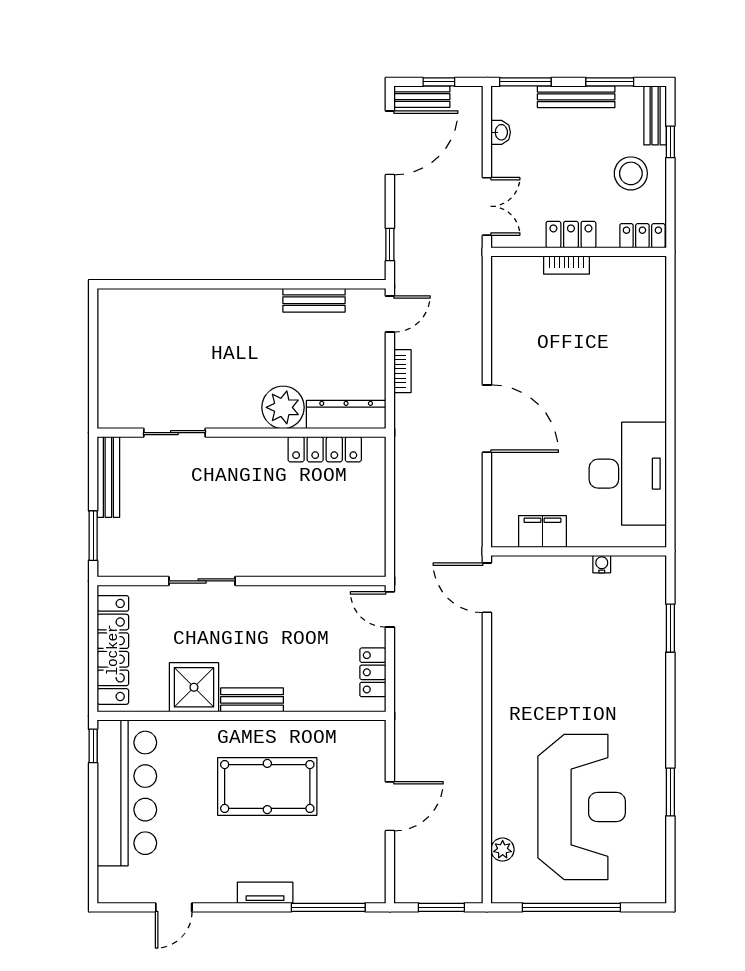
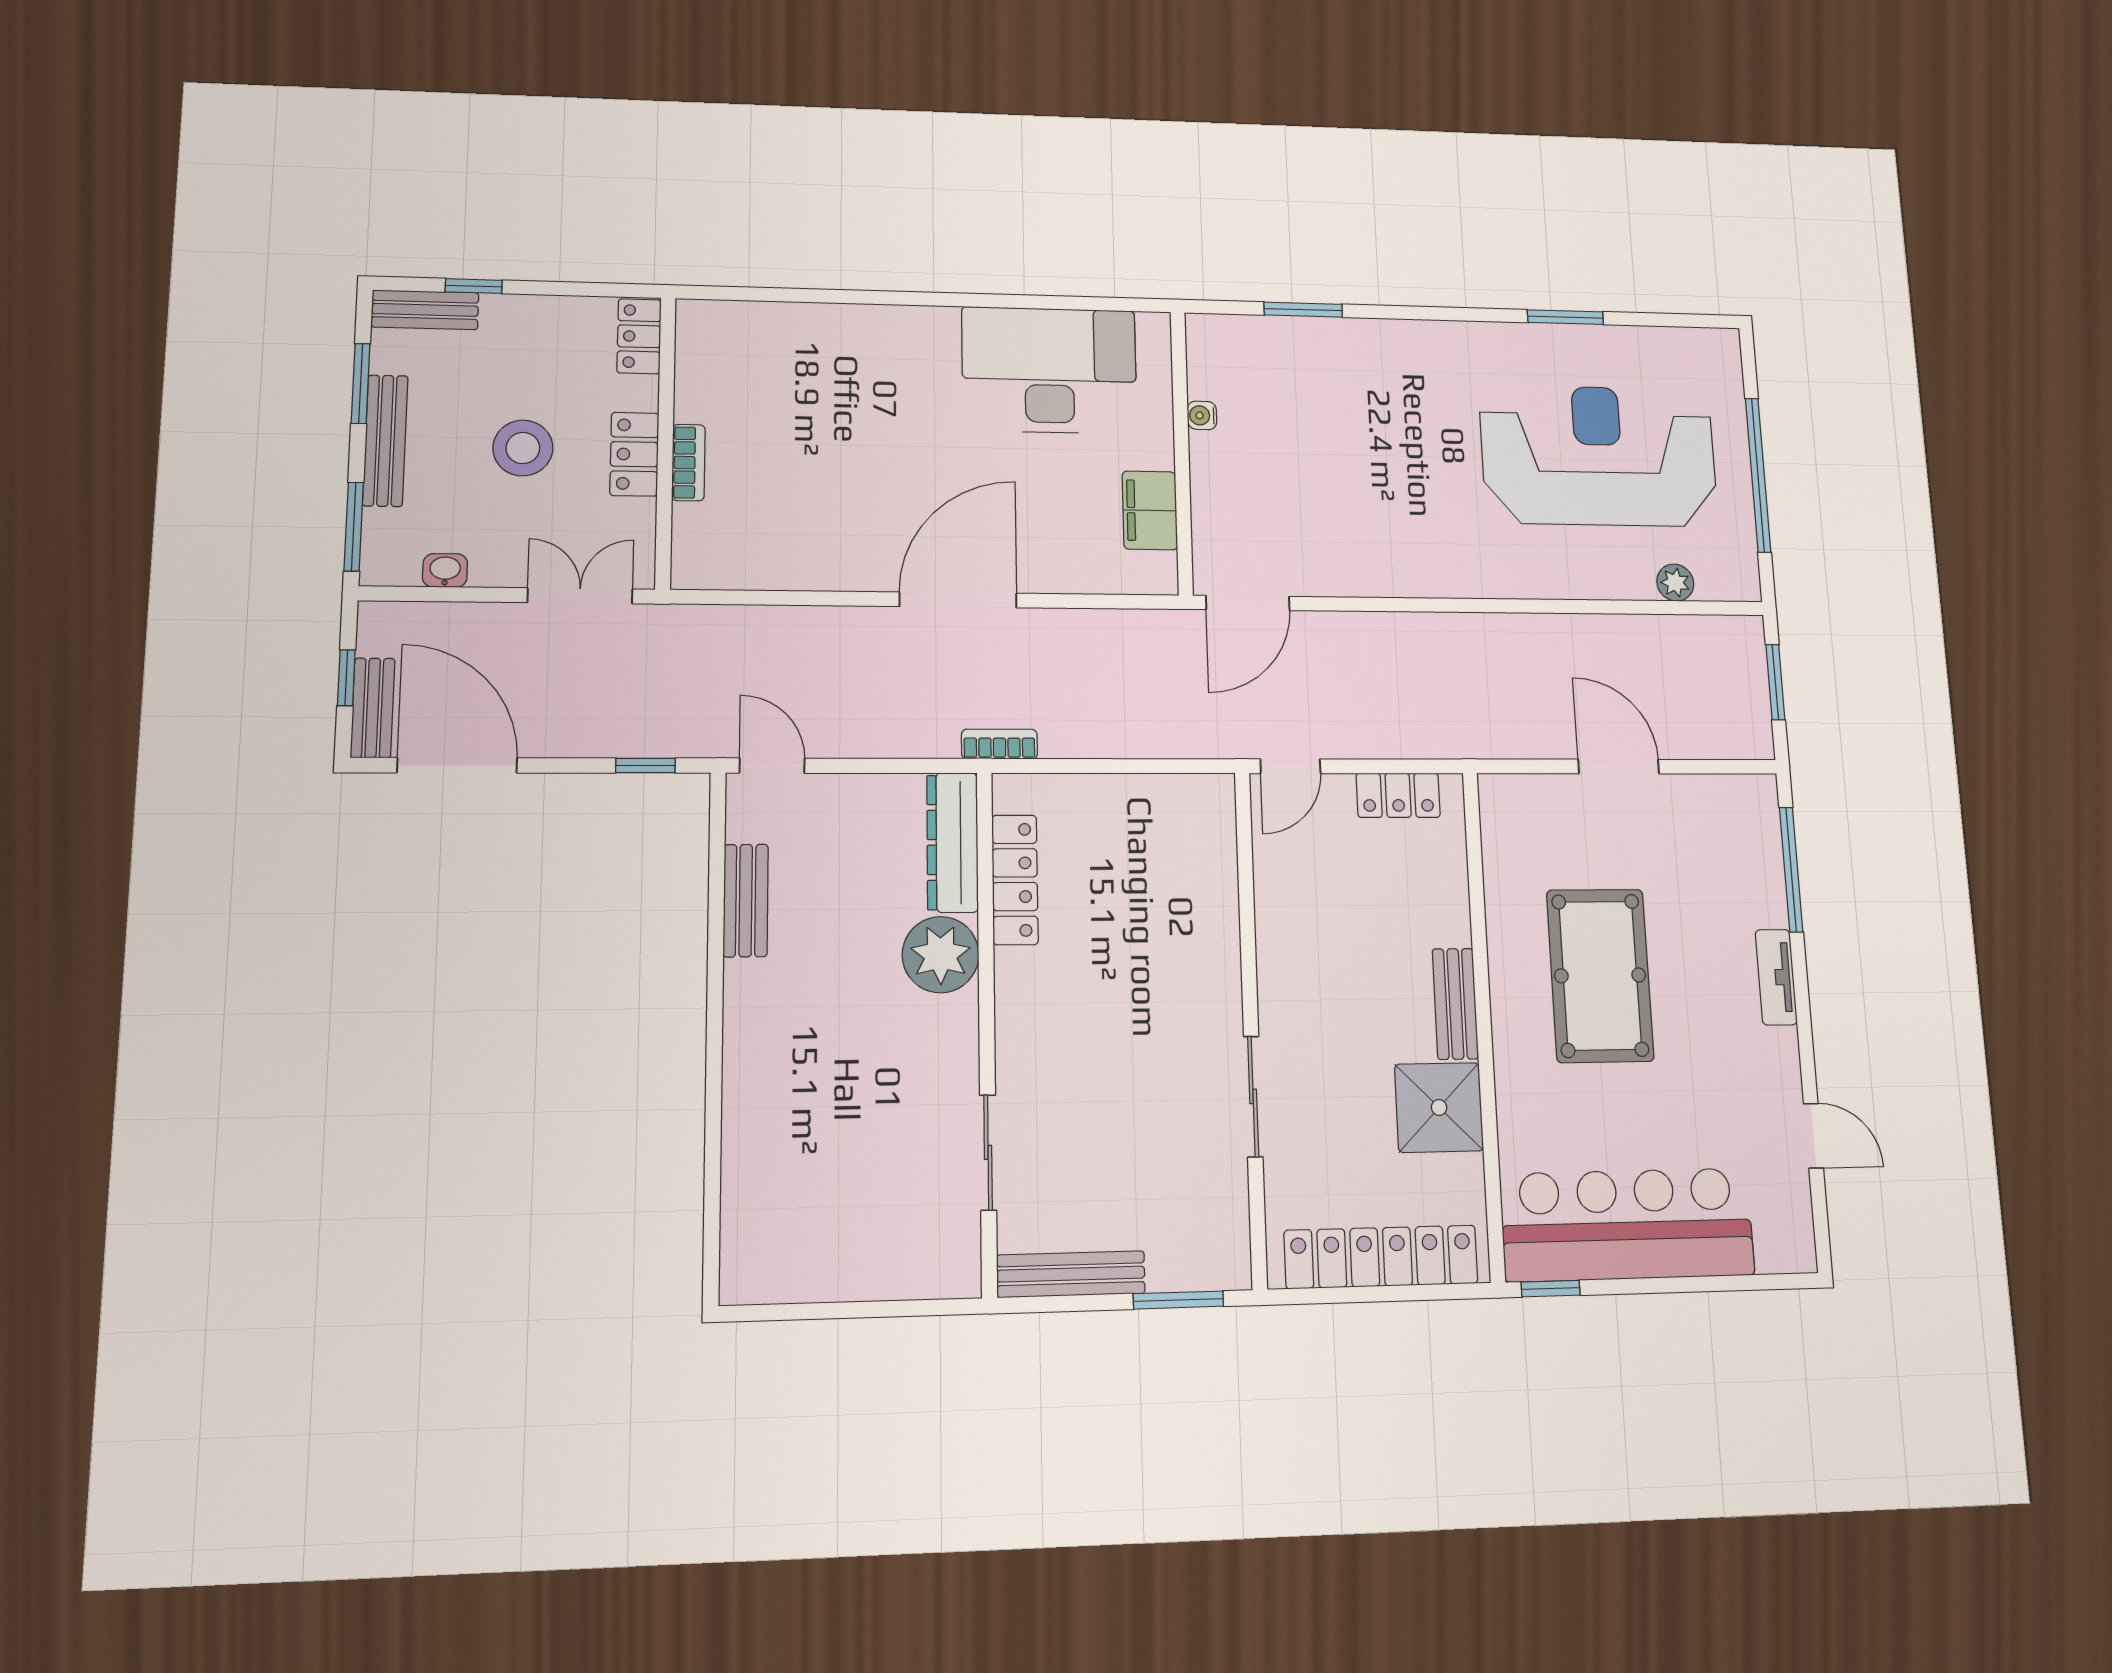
stool: (631, 173) -> (523, 448), moved
bookcase: (402, 371) -> (999, 744), moved

